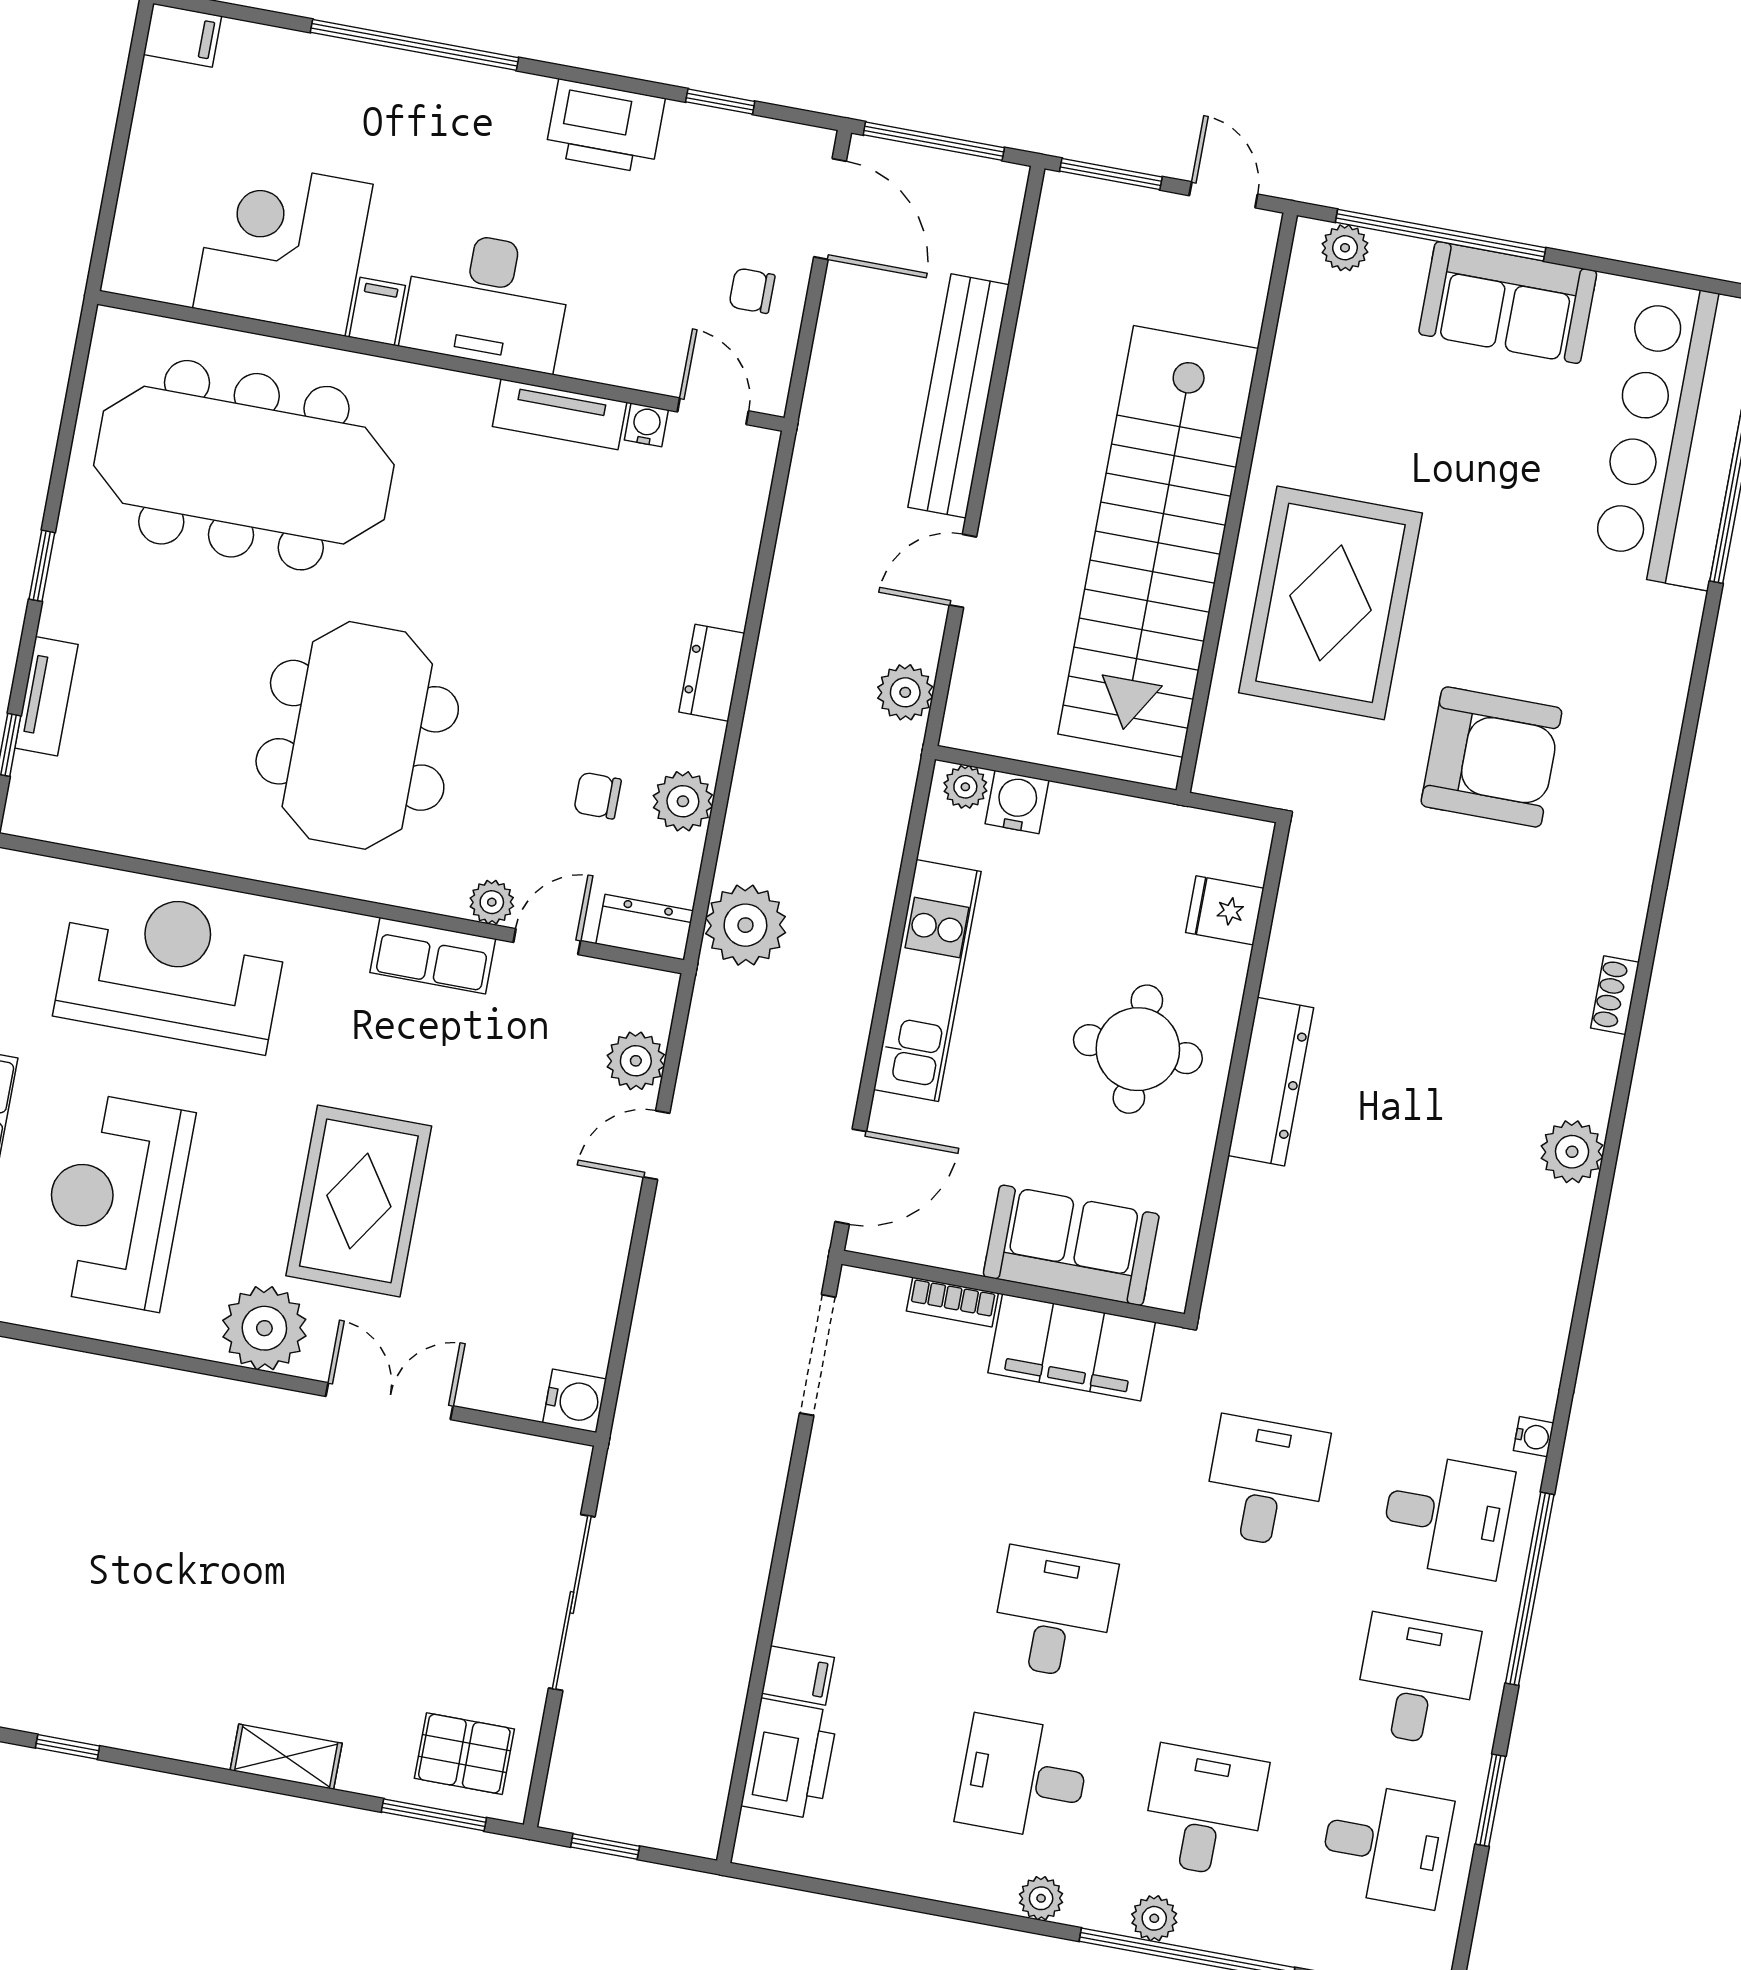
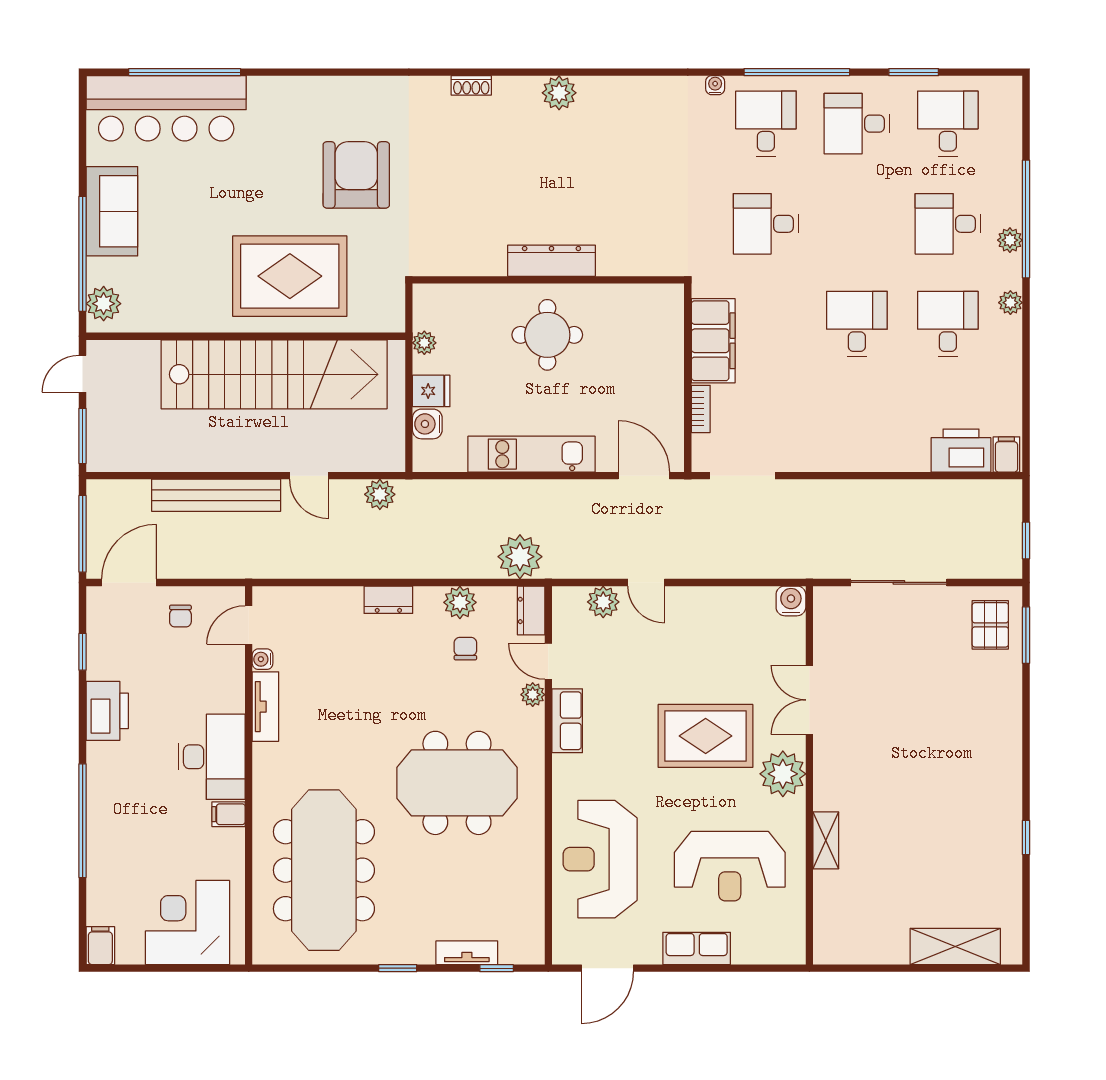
corner desk: (283, 246) -> (187, 923), moved, turned 90
plant: (1345, 248) -> (104, 304), width x1.38, depth x1.38
plant: (965, 787) -> (424, 343), moved
chair: (597, 796) -> (465, 649), turned 180
fridge: (1225, 910) -> (431, 391), moved, turned -90
sofa: (1071, 1245) -> (659, 351), removed
desk: (1054, 1613) -> (857, 324), turned 90
filing cabinet: (798, 1675) -> (1006, 454), moved
shelving: (286, 1757) -> (826, 840), moved
desk: (1023, 1778) -> (948, 324), turned 180

